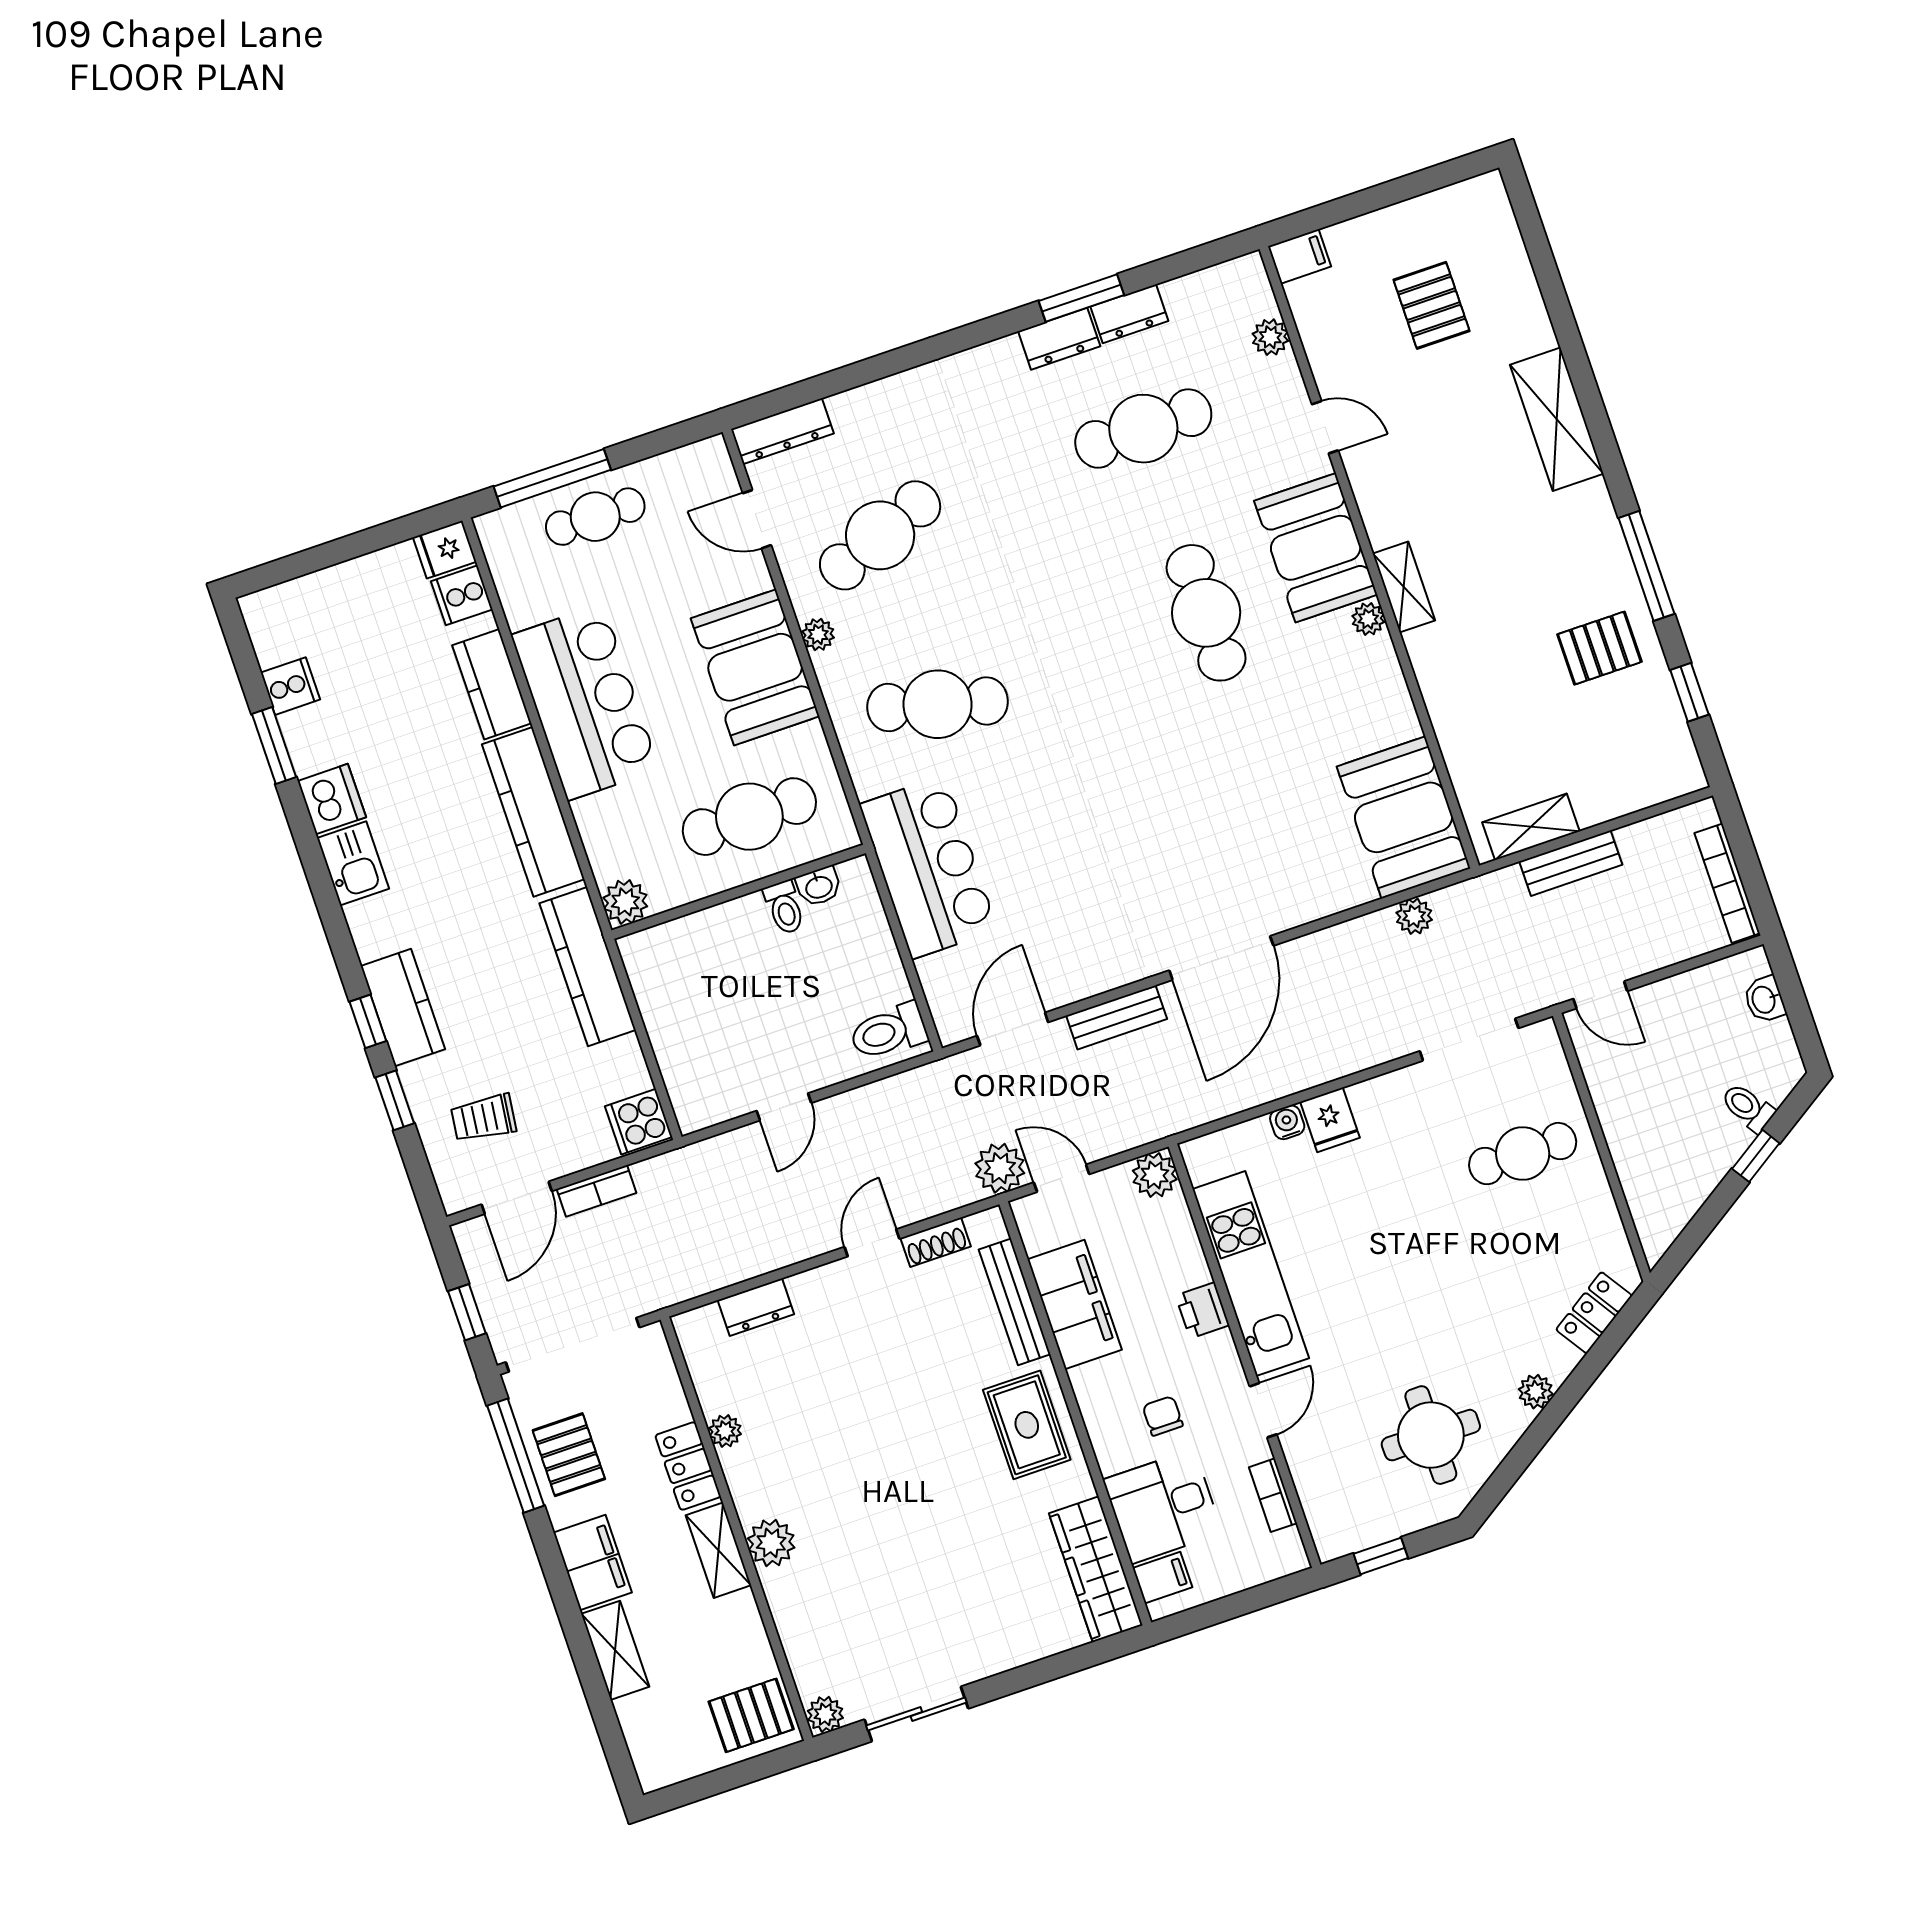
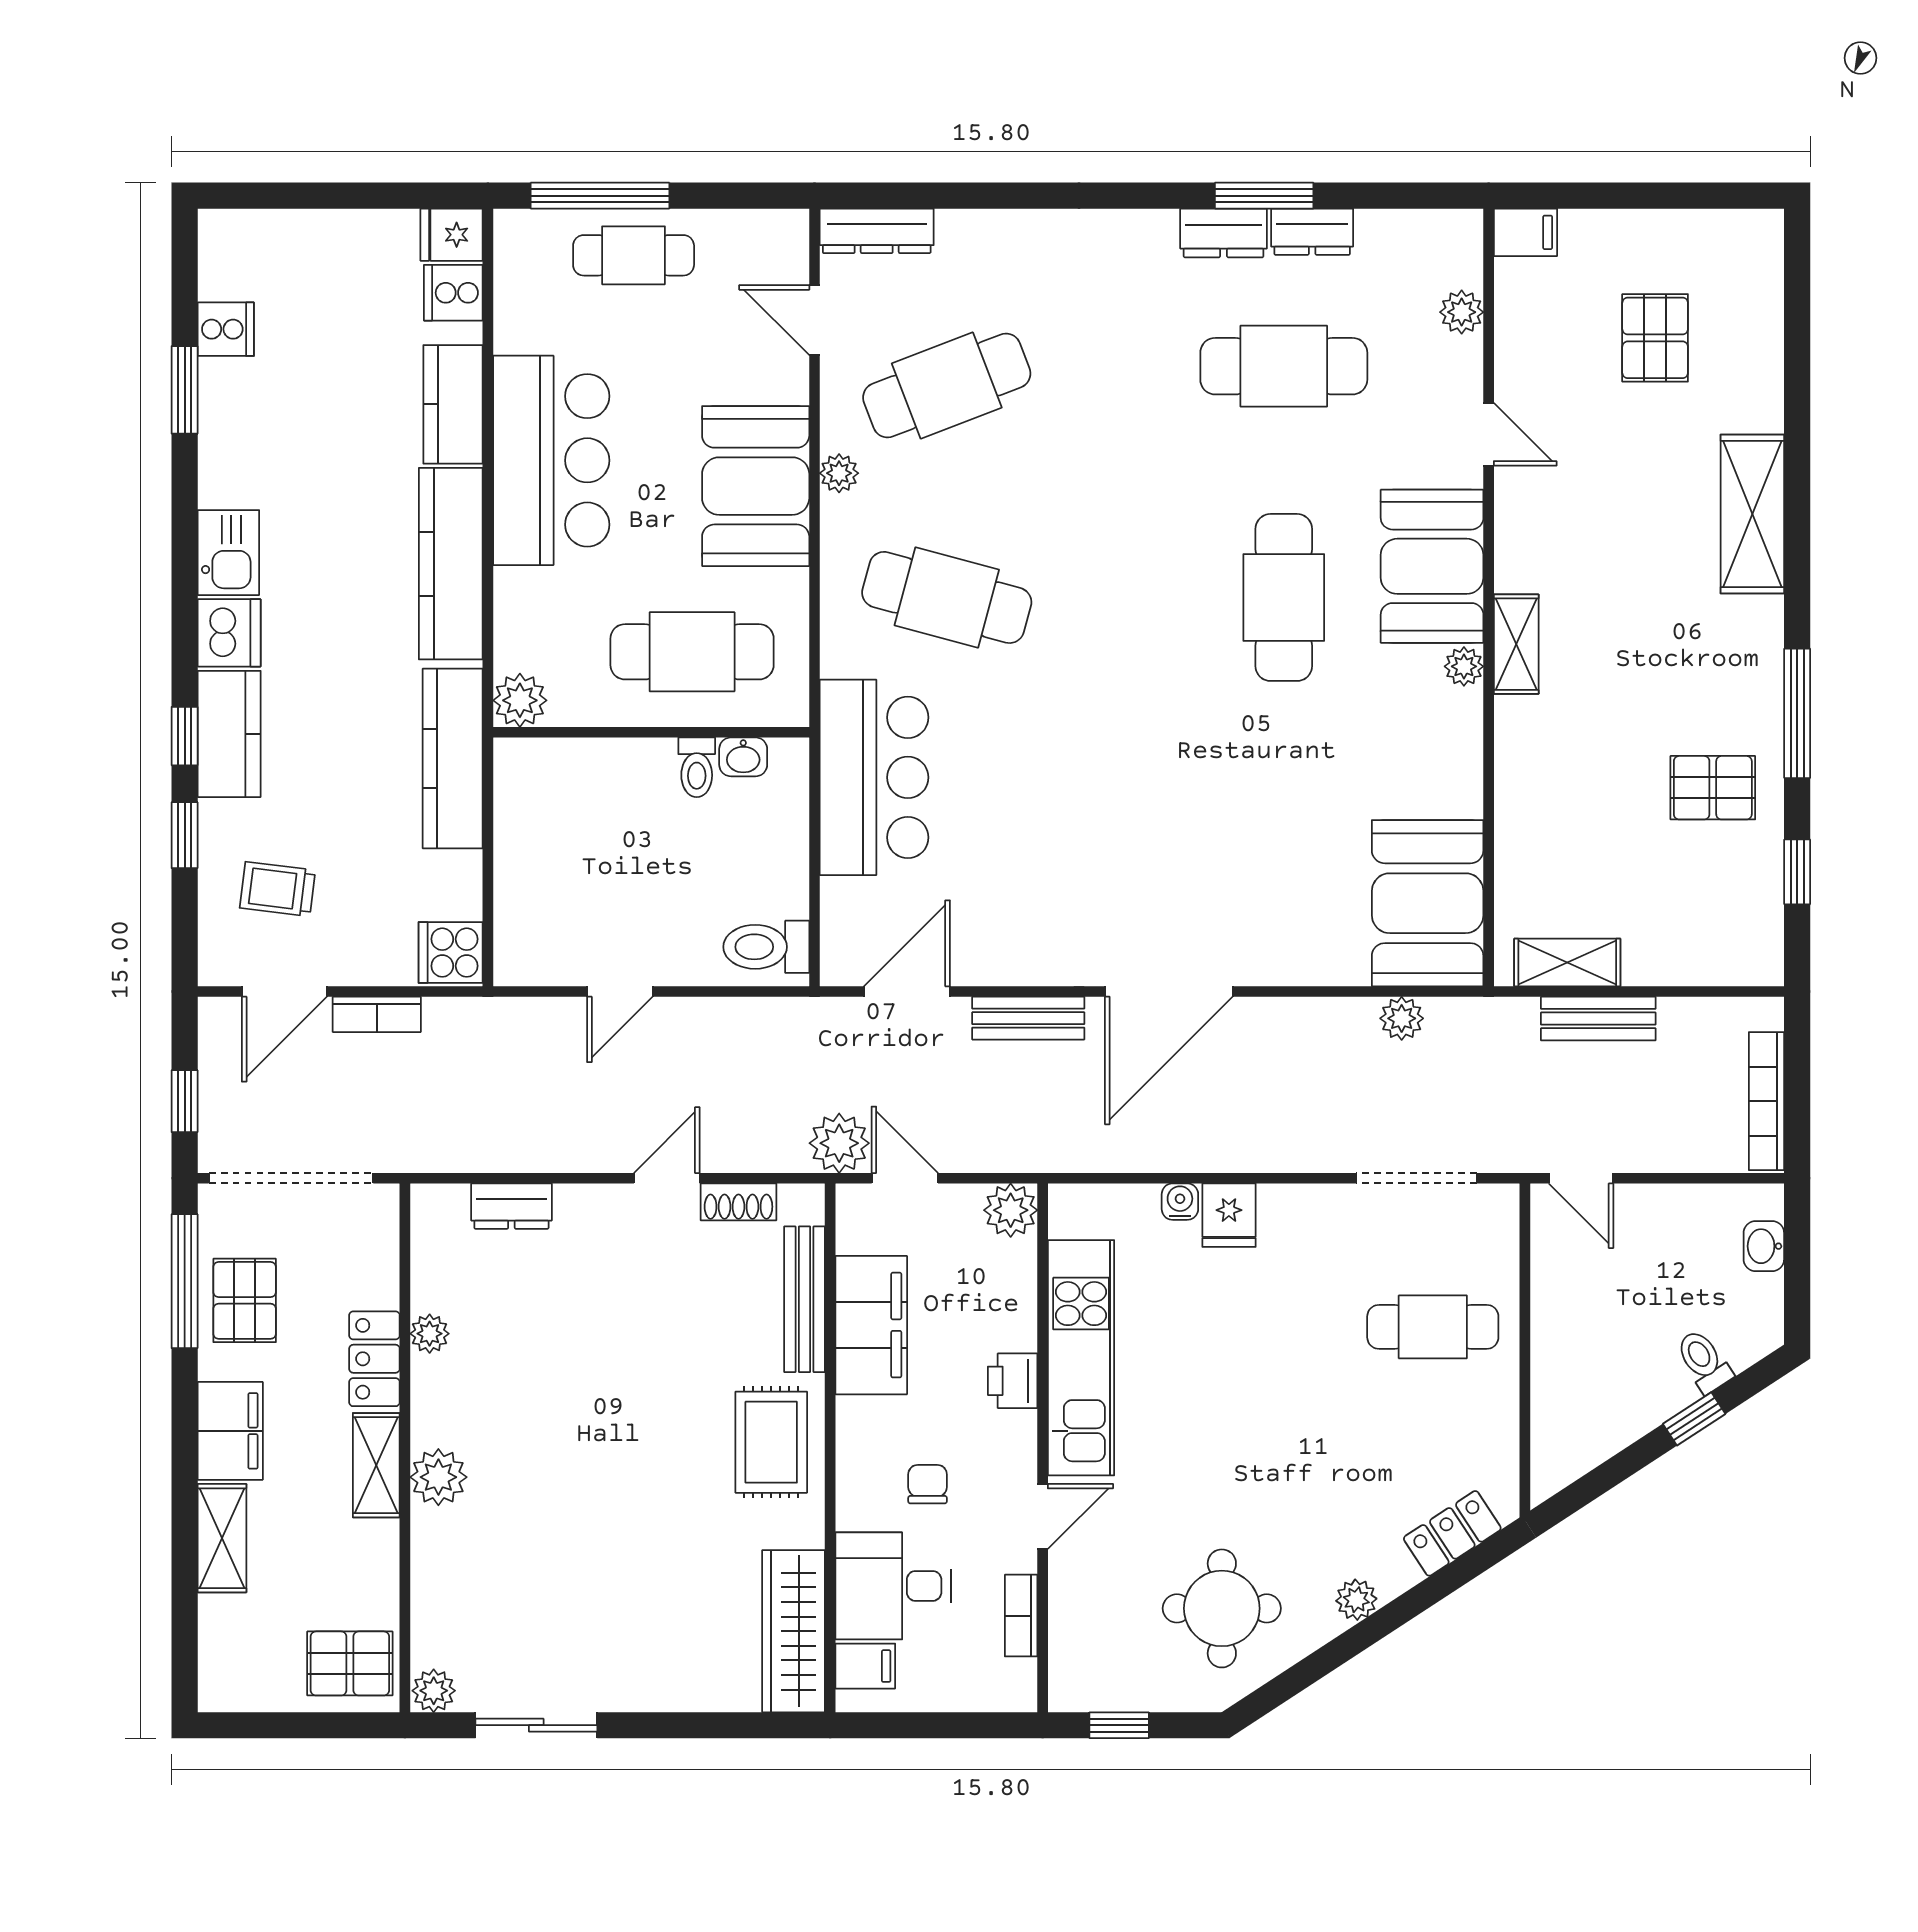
dishwasher: (332, 799) -> (229, 633), moved

